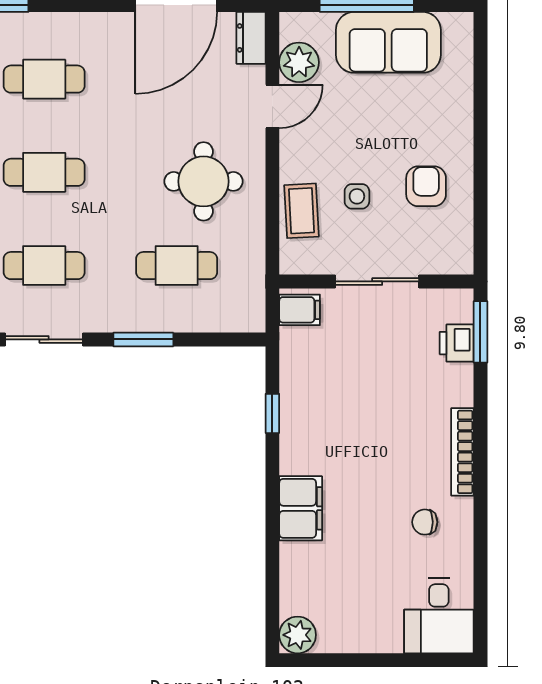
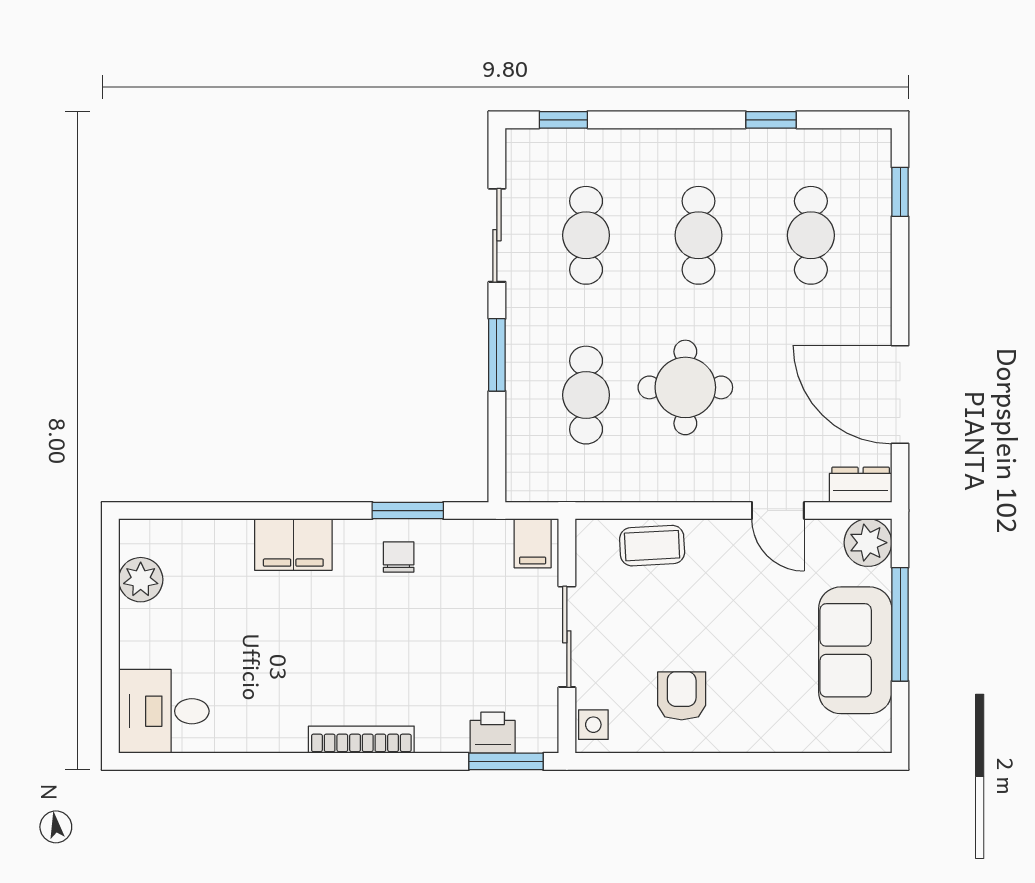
plant: (299, 62) -> (868, 543), moved
round table: (203, 181) -> (685, 387), moved
armchair: (426, 186) -> (682, 696), turned -90
side table: (357, 196) -> (593, 725), moved
window: (272, 413) -> (408, 511), width x1.50
chair: (425, 522) -> (399, 557), moved
plant: (298, 635) -> (141, 580), moved

